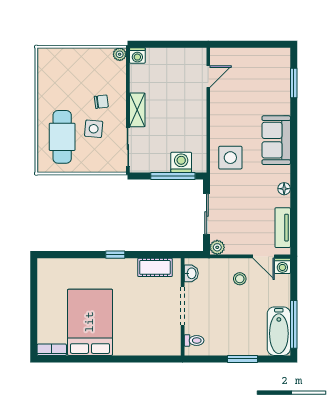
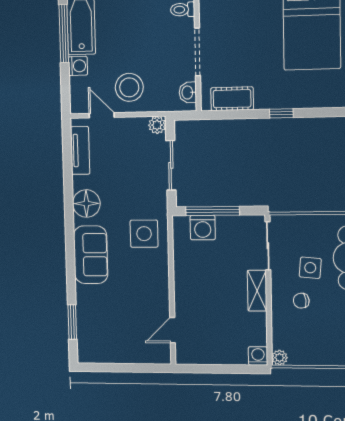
floor lamp: (284, 189) -> (86, 204), width x1.89, depth x1.89
washing machine: (282, 266) -> (78, 66), moved, turned 90
stool: (240, 279) -> (129, 87), width x1.89, depth x1.89

